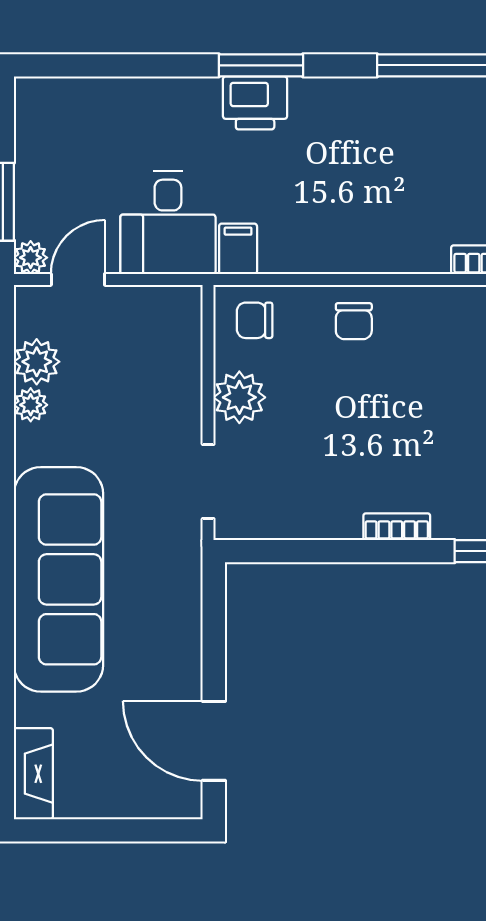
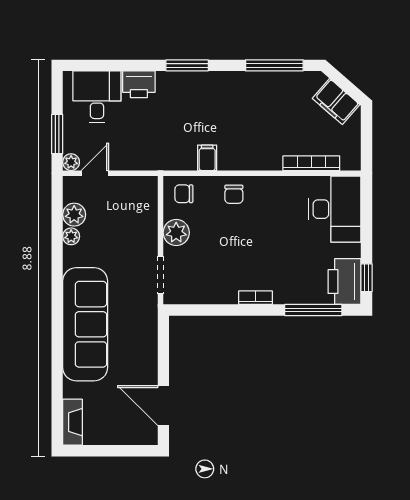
printer: (255, 103) -> (139, 84), moved
desk: (168, 223) -> (97, 97), moved, turned 180
filing cabinet: (238, 249) -> (207, 158), moved

